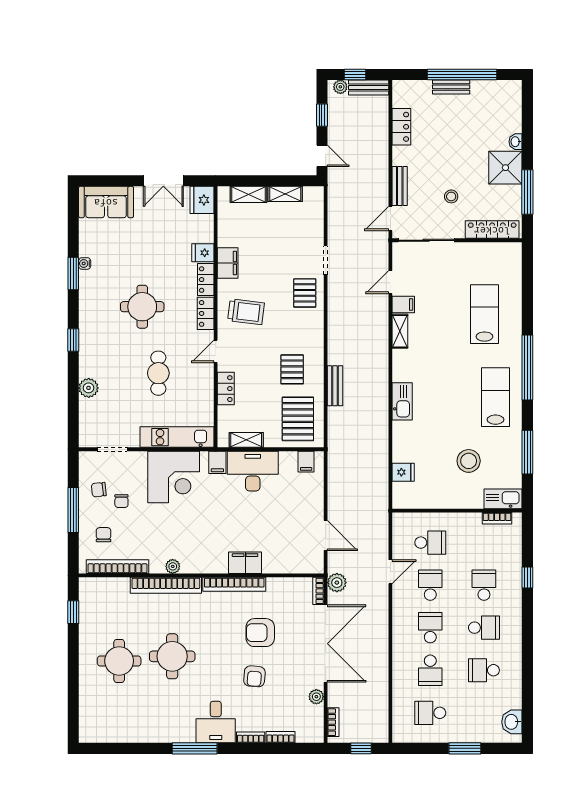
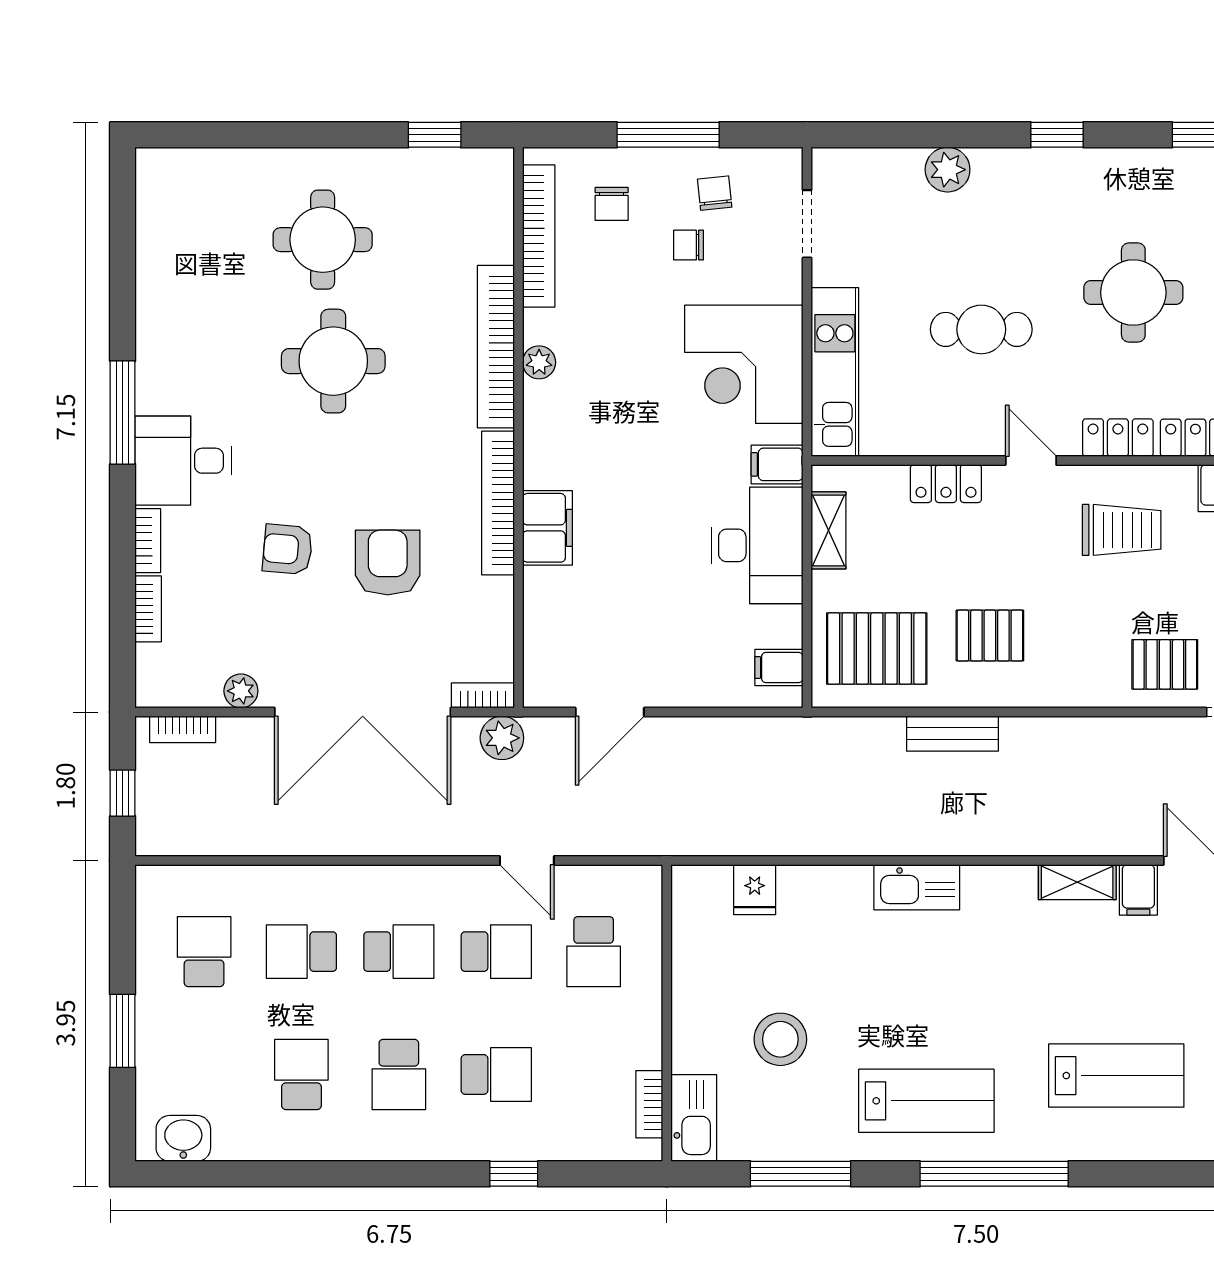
trolley: (246, 312) -> (1122, 530), turned -97
chair: (104, 535) -> (612, 204), turned 90

